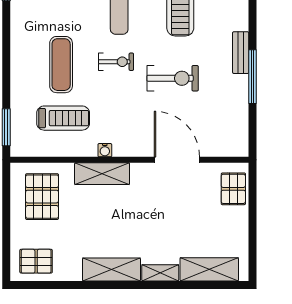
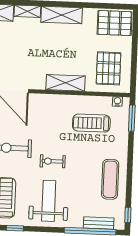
exercise mat: (61, 65) -> (110, 179), moved
water cooler: (105, 150) -> (117, 101), moved
pallet: (36, 261) -> (115, 23), width x1.50, depth x1.42

